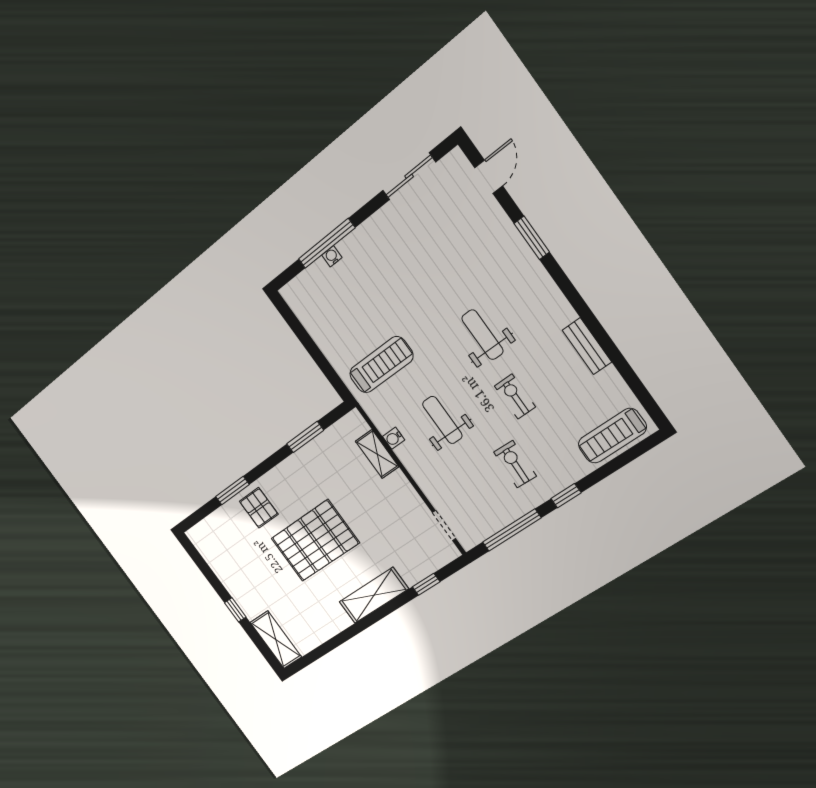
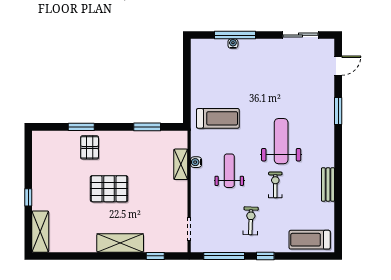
weight bench: (482, 335) -> (281, 141), width x1.36, depth x1.33
pallet: (315, 541) -> (109, 189), width x0.73, depth x0.71

